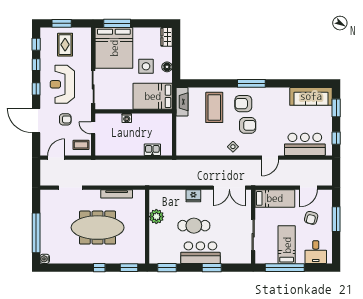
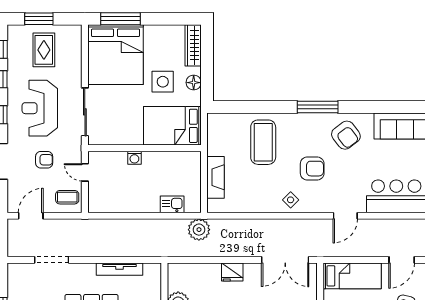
wardrobe: (167, 37) -> (193, 45), width x1.50
fireplace: (182, 102) -> (216, 177), moved
armchair: (243, 104) -> (346, 135), moved, turned -127
plant: (171, 167) -> (199, 230), added

